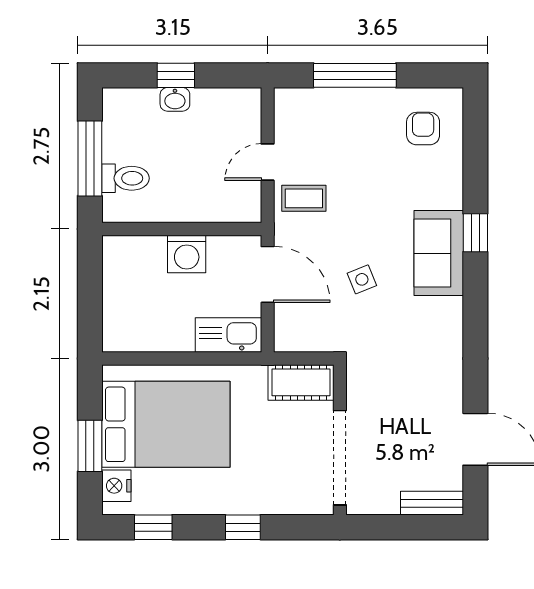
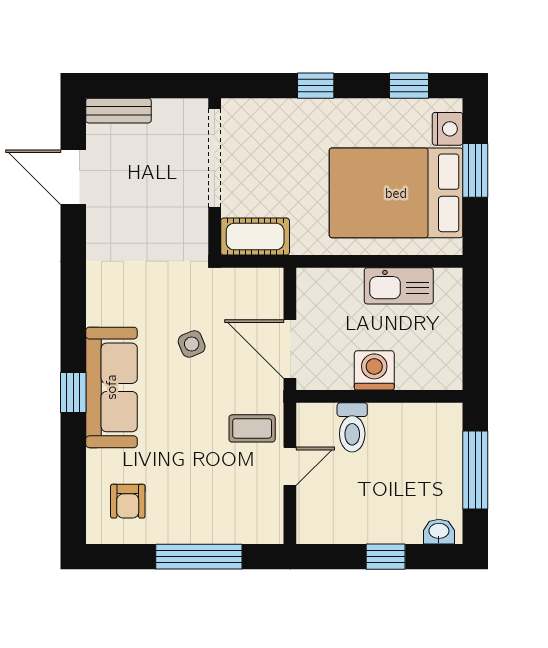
washbasin: (175, 99) -> (439, 532), moved
toilet: (126, 178) -> (352, 427), moved, turned -90
sofa: (439, 253) -> (111, 387), width x1.36
kitchen sink: (228, 335) -> (399, 286), moved

